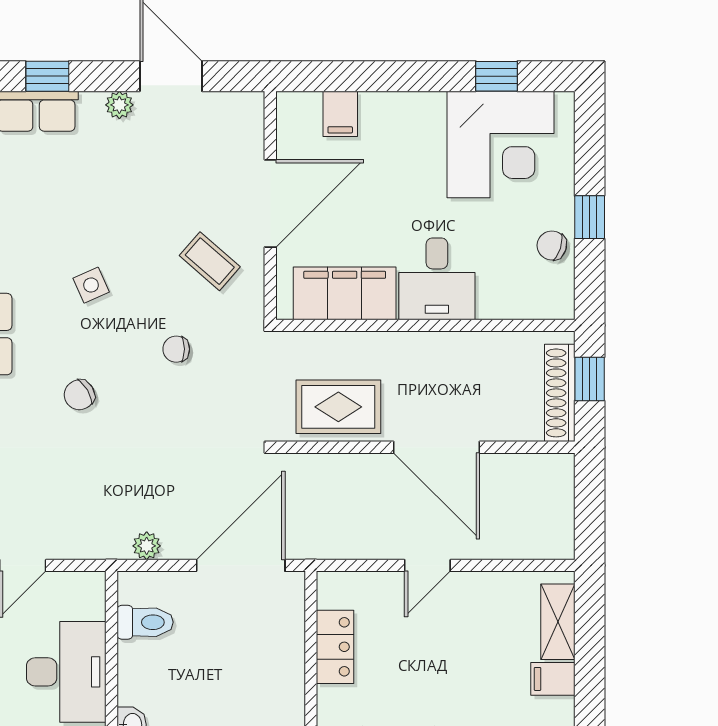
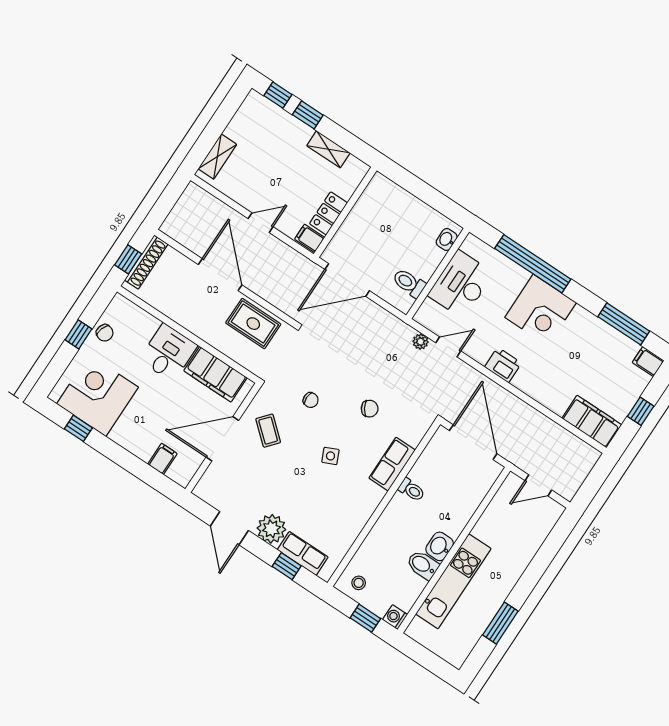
plant: (119, 105) -> (271, 529), width x1.88, depth x1.88
plant: (147, 546) -> (421, 342), moved
filing cabinet: (553, 679) -> (310, 238), moved, turned 180

